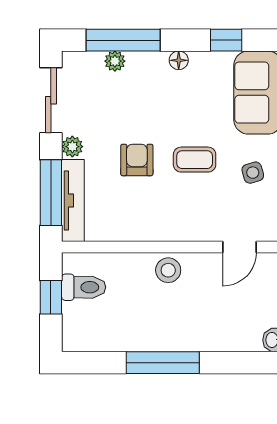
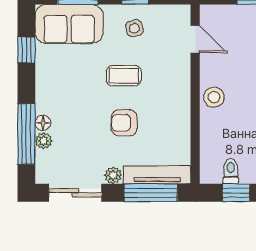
floor lamp: (179, 60) -> (43, 123), moved
coffee table: (195, 160) -> (124, 76), turned 90
toilet: (84, 287) -> (231, 171), width x0.73, depth x0.72

